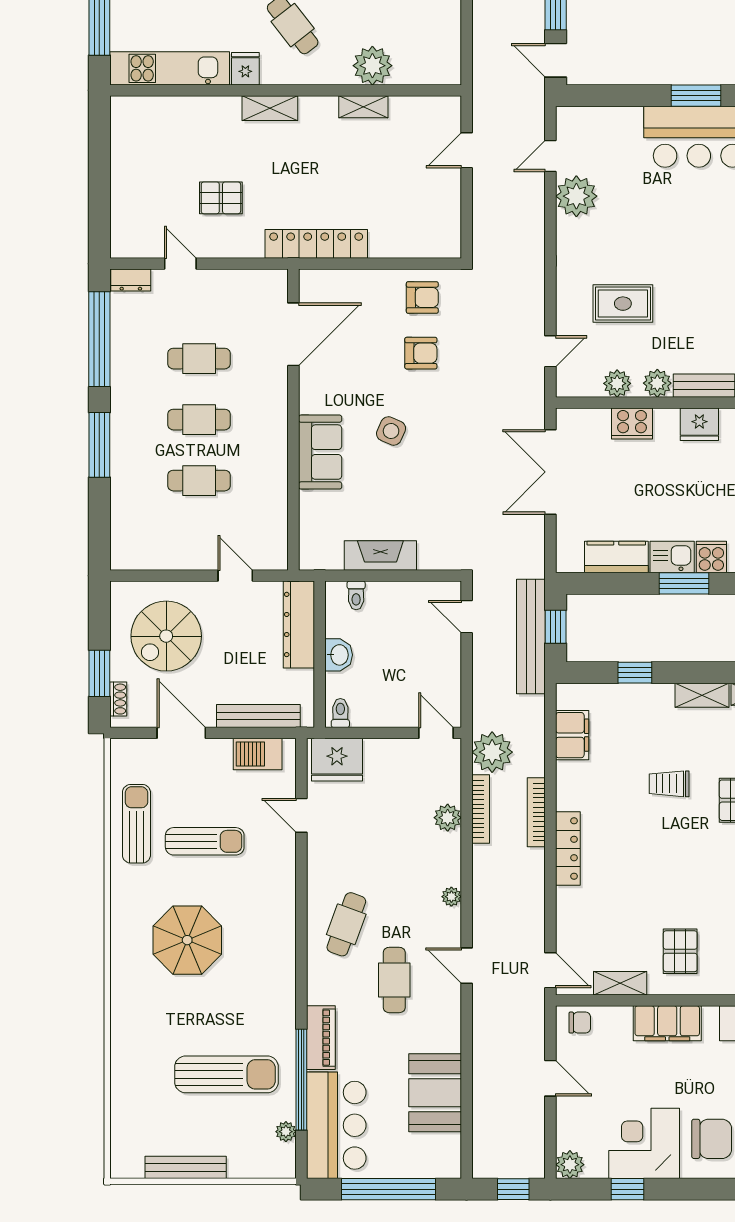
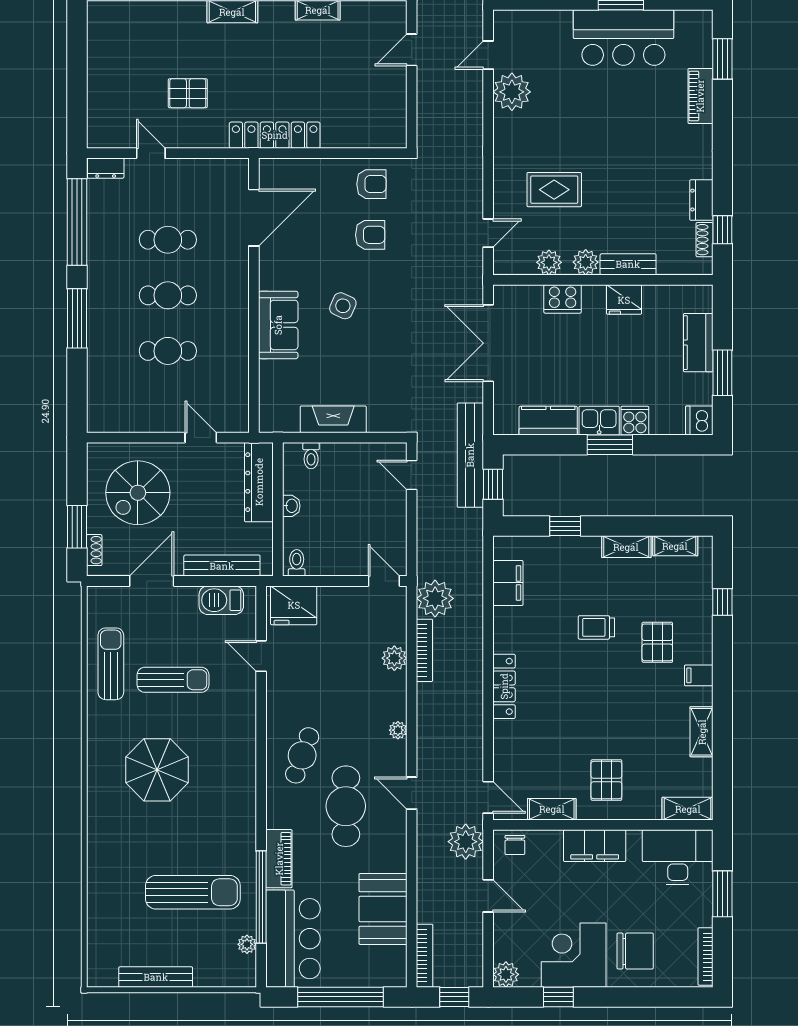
bench: (531, 636) -> (470, 455), moved
washbasin: (339, 655) -> (291, 506), width x0.72, depth x0.69
door: (181, 733) -> (152, 581), hinge flipped
bookcase: (536, 812) -> (425, 956), moved, turned 180
cafe table: (394, 980) -> (346, 806), width x1.37, depth x1.35
plant: (526, 1019) -> (466, 842), added
chair: (580, 1023) -> (515, 845), turned 90

